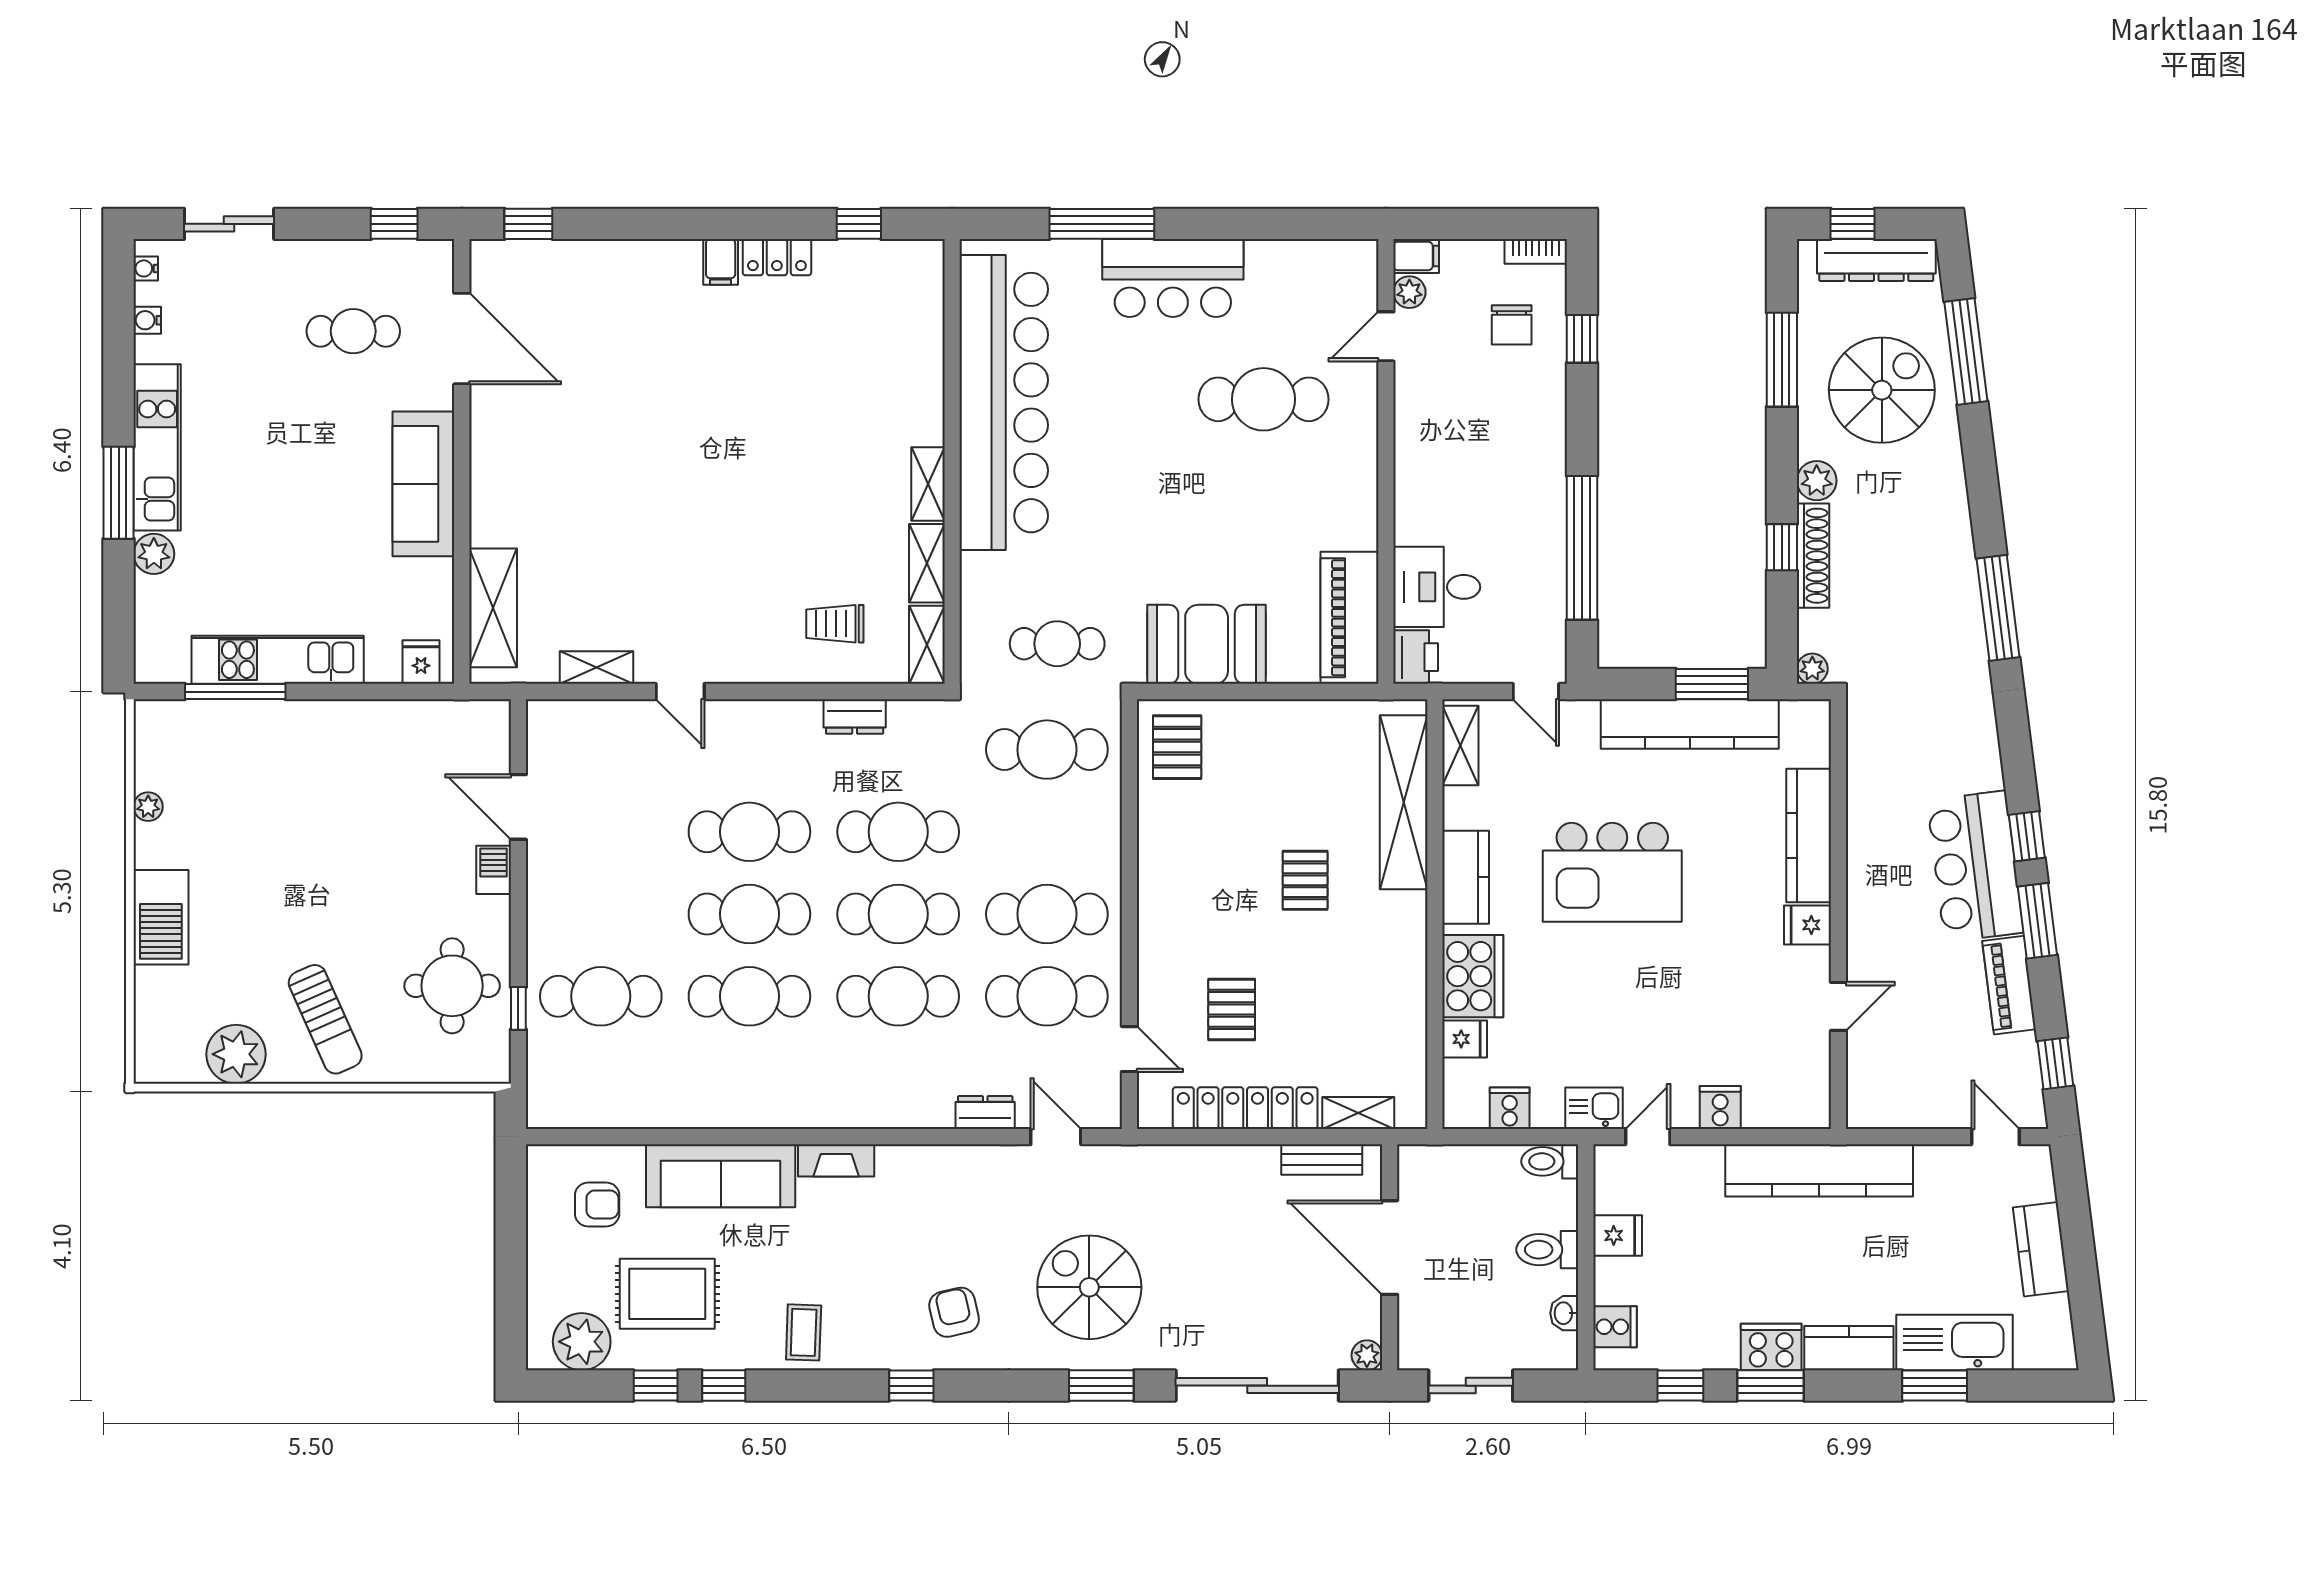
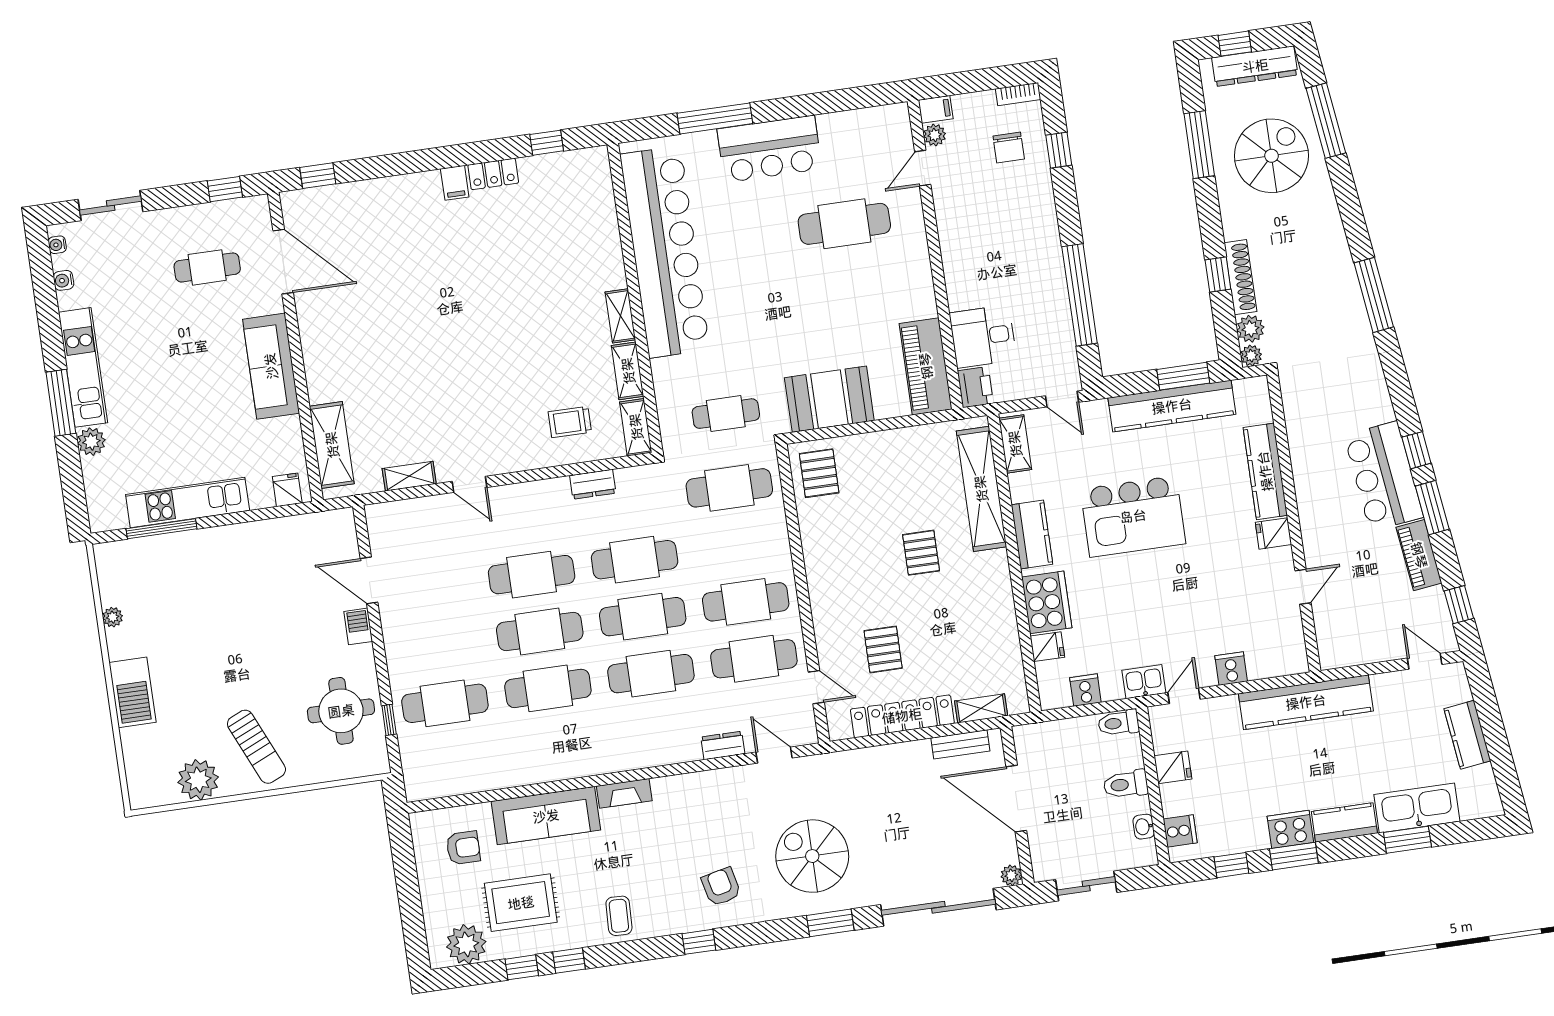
plant: (1817, 481) -> (1250, 329), moved

